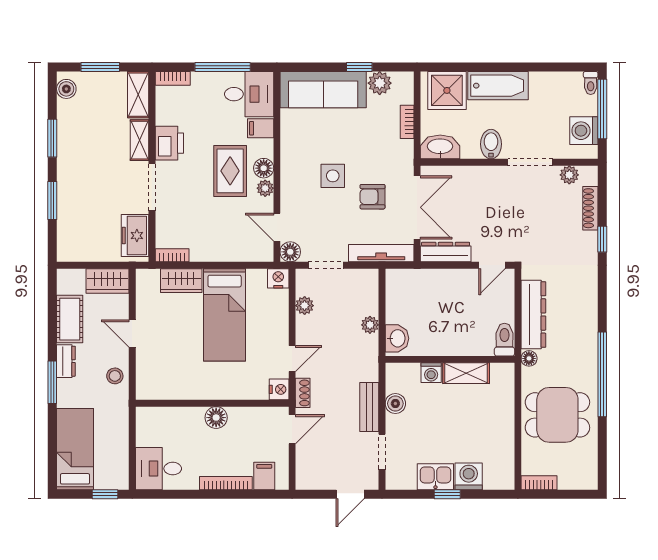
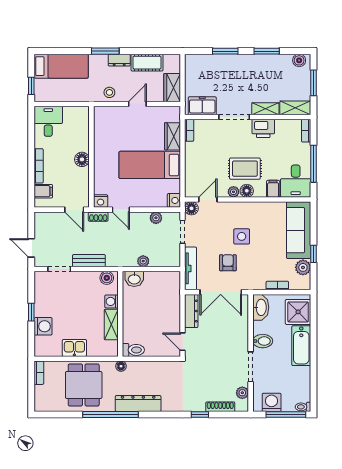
dresser: (533, 314) -> (138, 404), moved, turned 180
boiler: (395, 404) -> (107, 278), moved
kitchen sink: (435, 477) -> (74, 348), moved, turned -90

